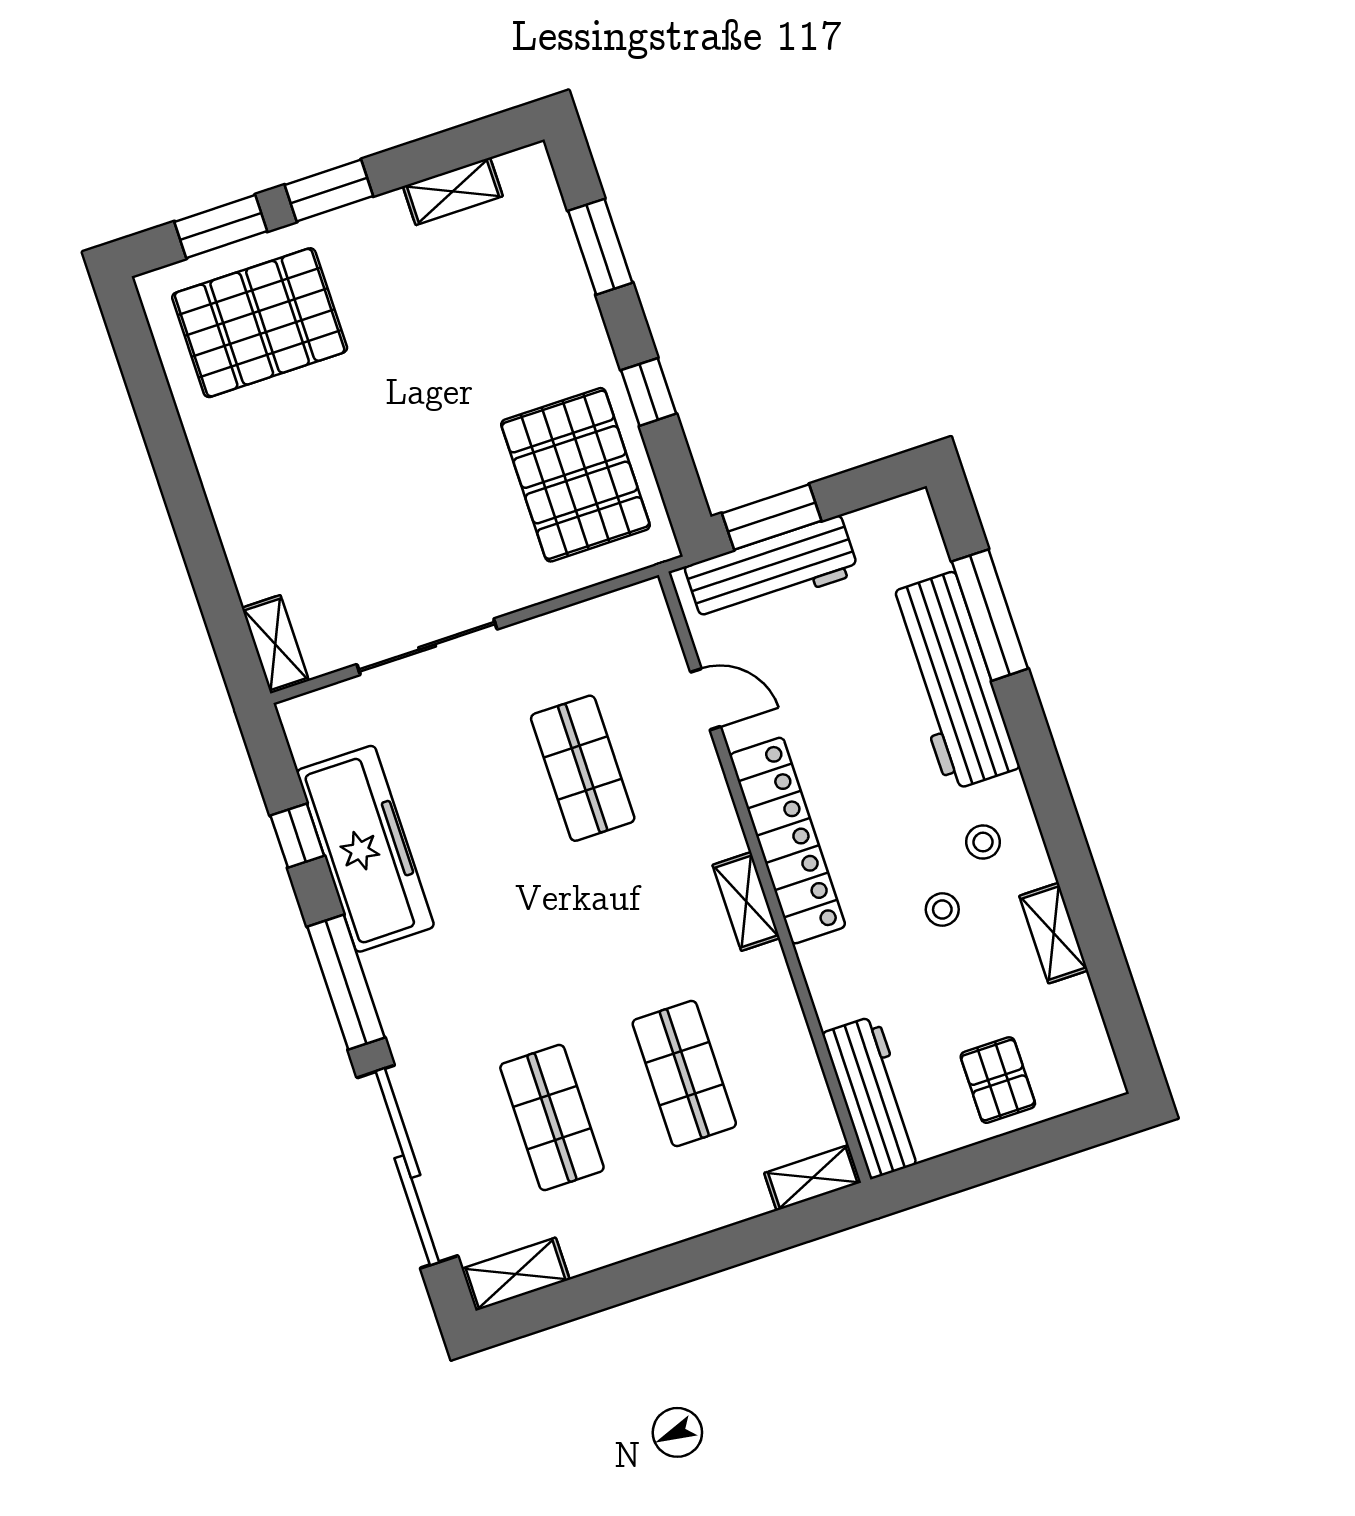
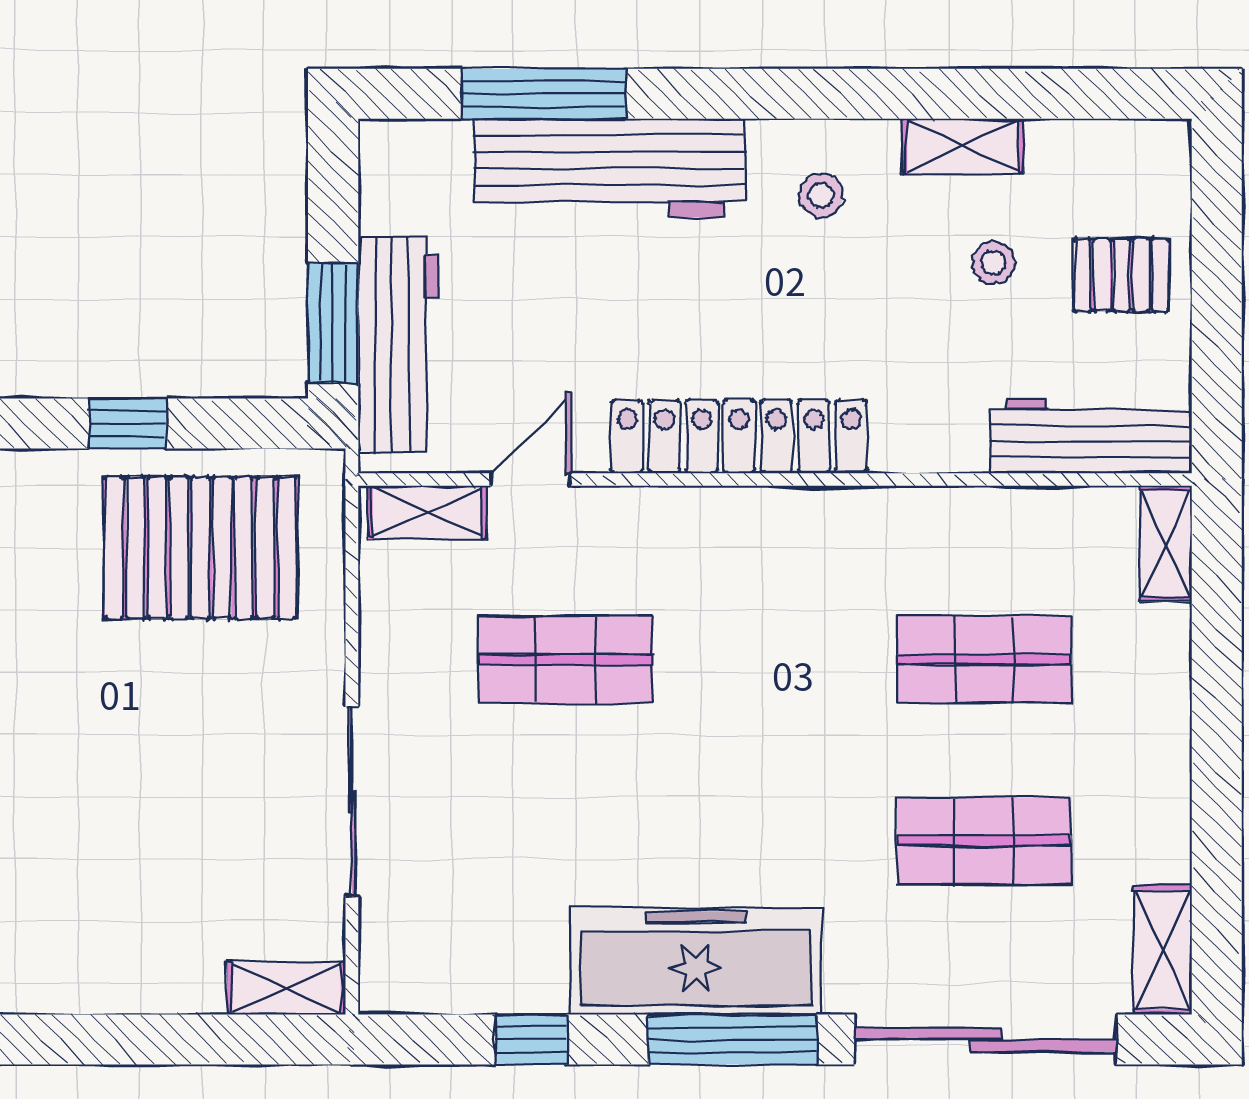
freezer: (365, 849) -> (695, 961), moved
shelving: (746, 902) -> (427, 512), moved
stool: (942, 909) -> (993, 263), moved

